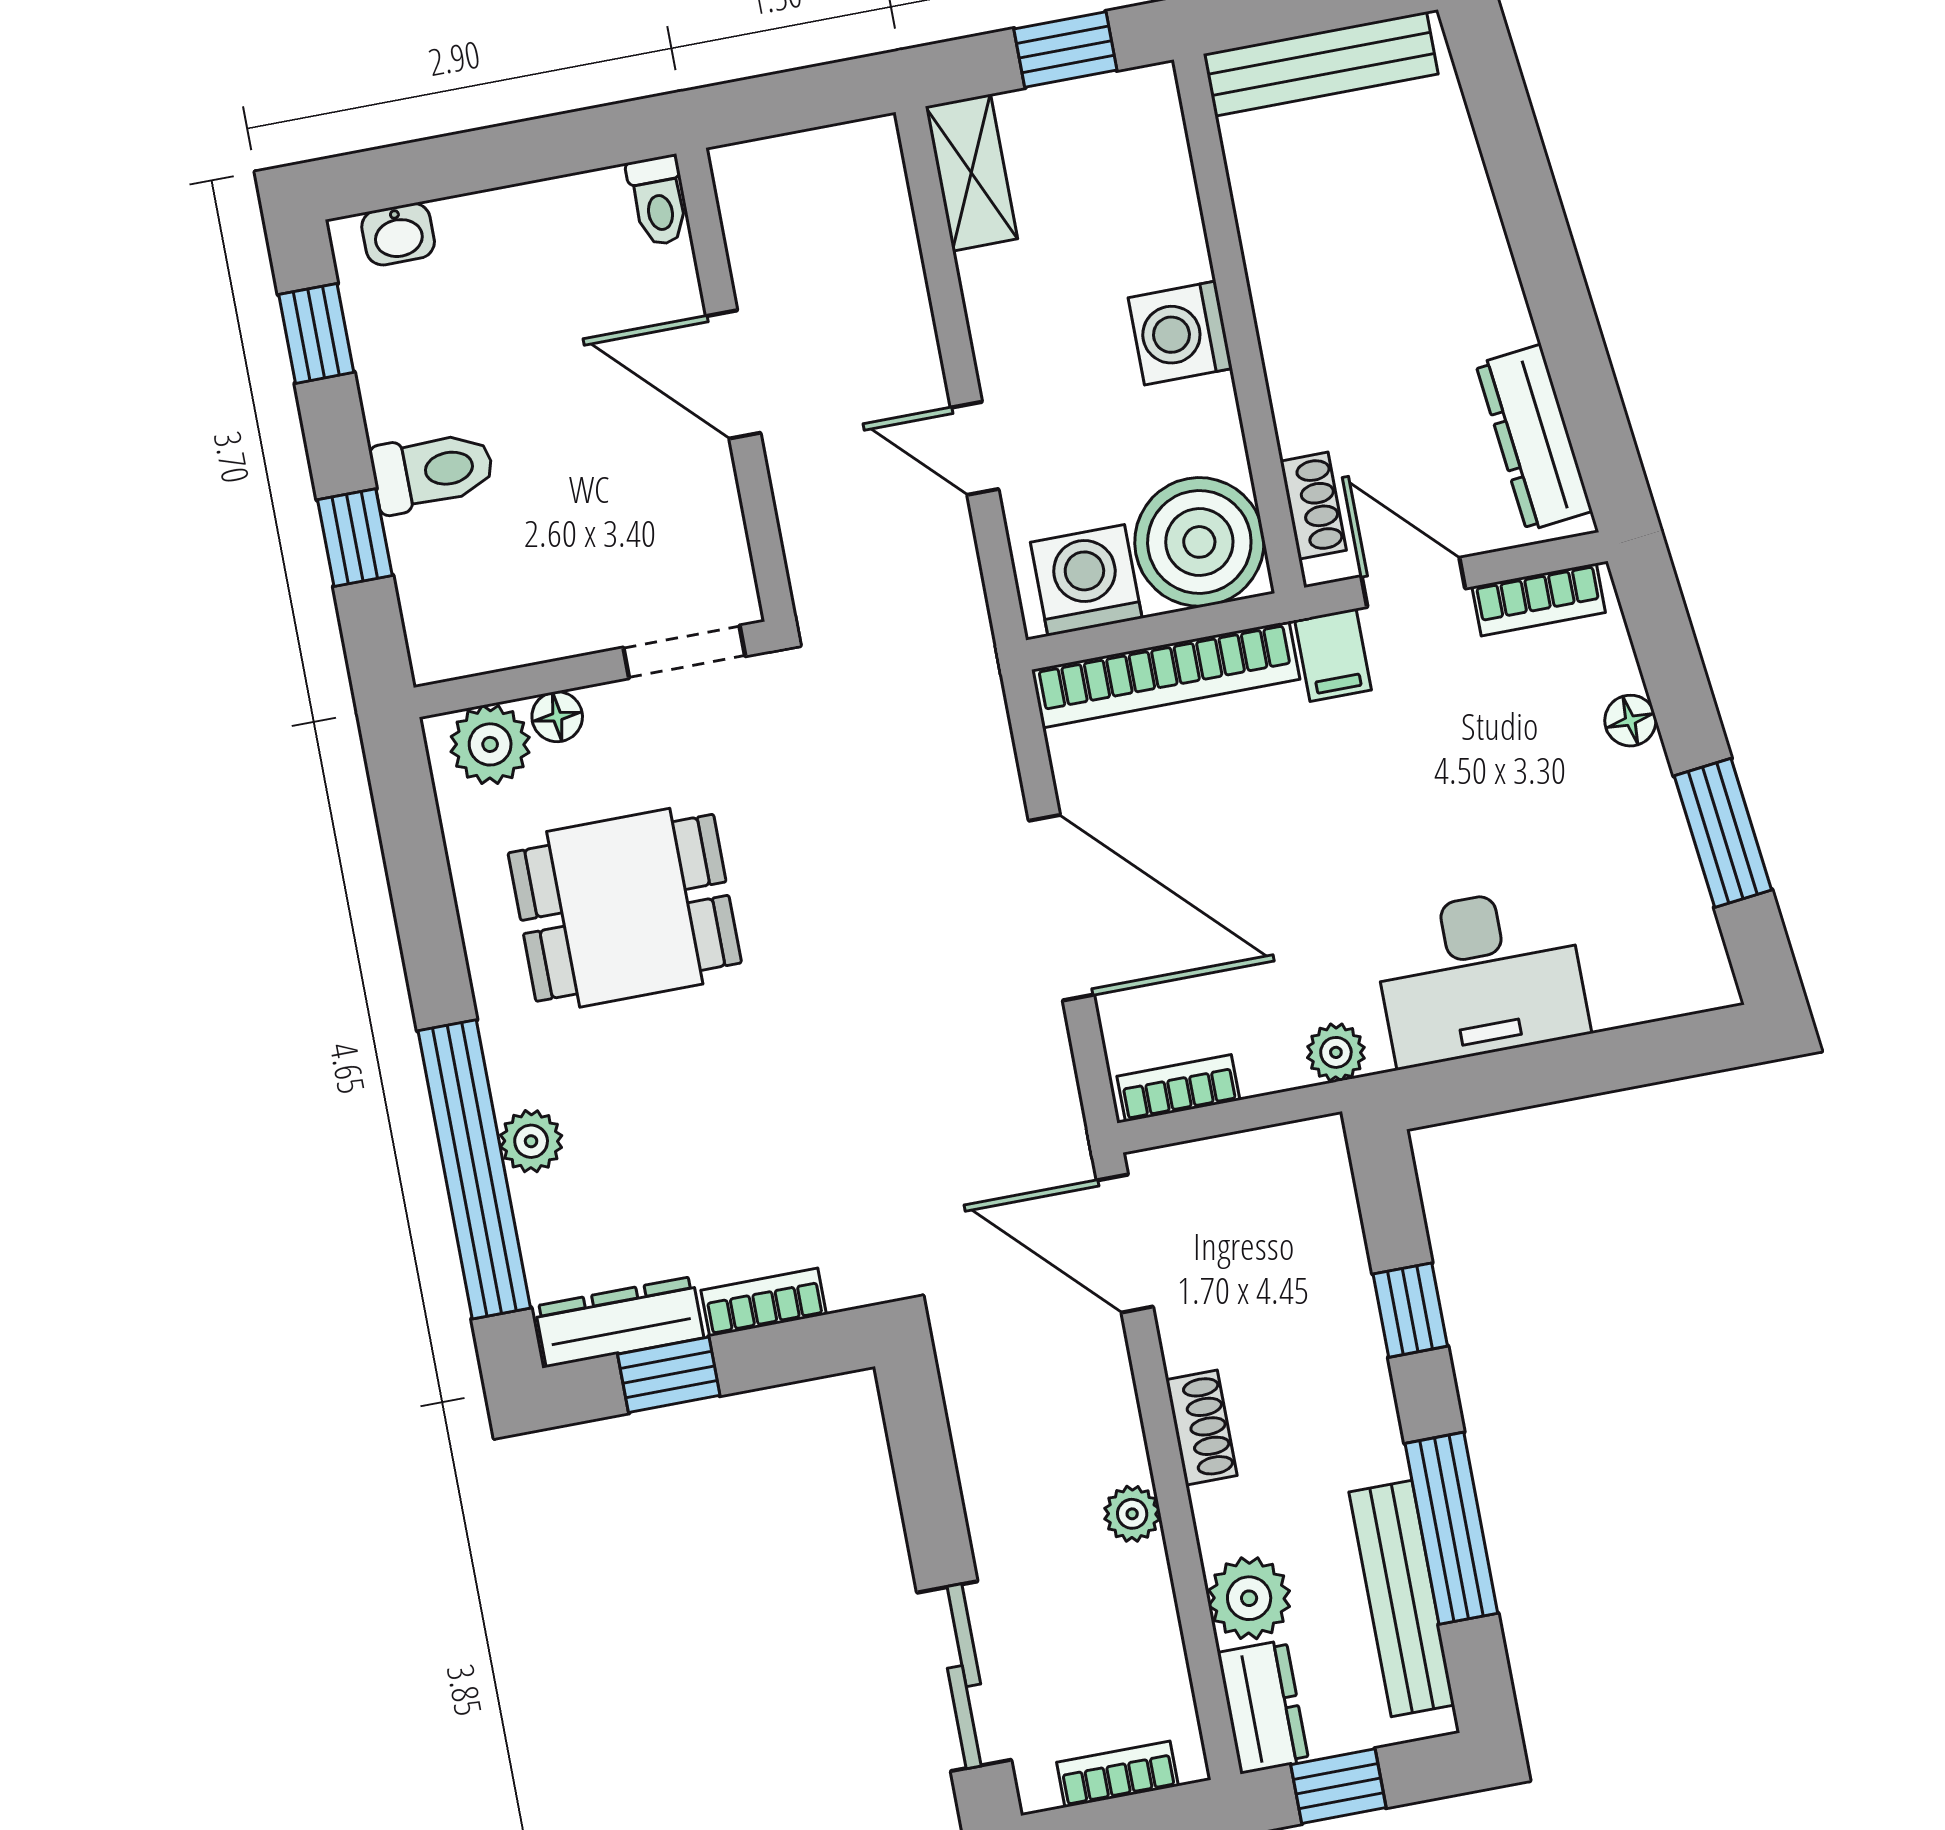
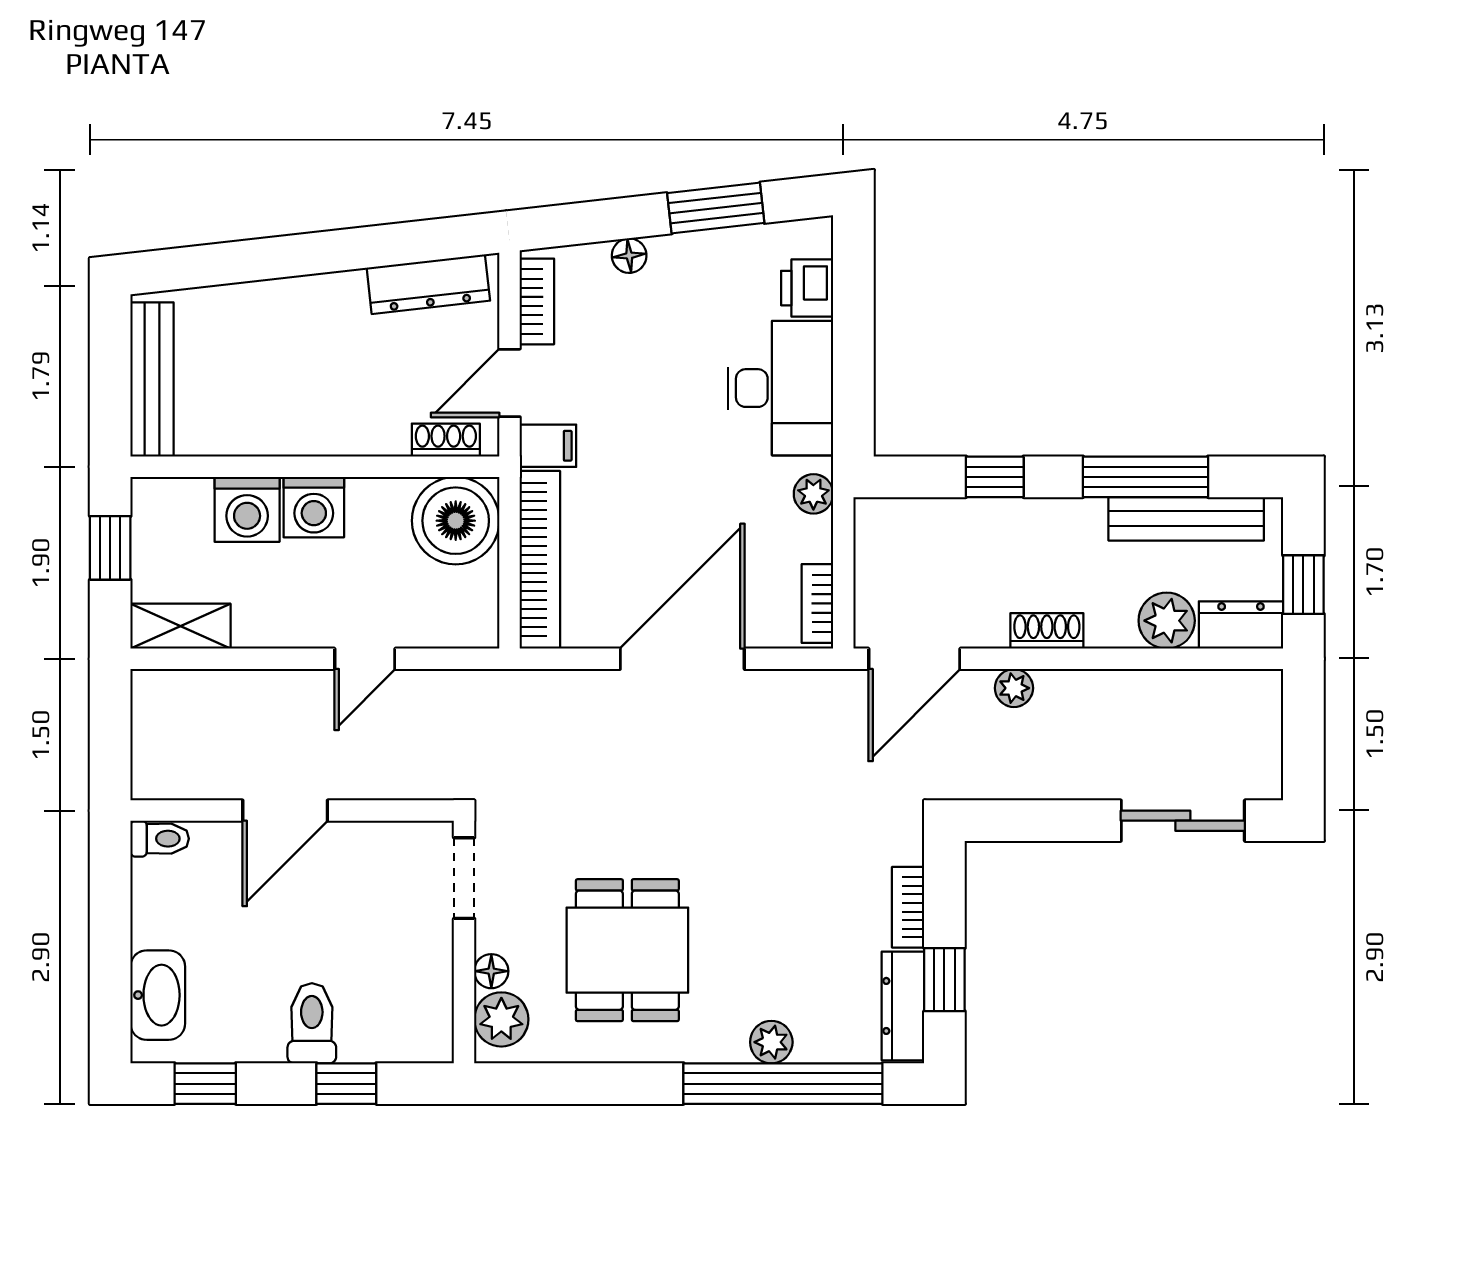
washbasin: (398, 234) -> (158, 995), width x1.91, depth x1.45
washing machine: (1086, 580) -> (247, 509), moved, turned -90
printer: (1632, 987) -> (807, 288), added
plant: (1132, 1514) -> (1014, 688), moved
bookcase: (1118, 1774) -> (1268, 731), removed

